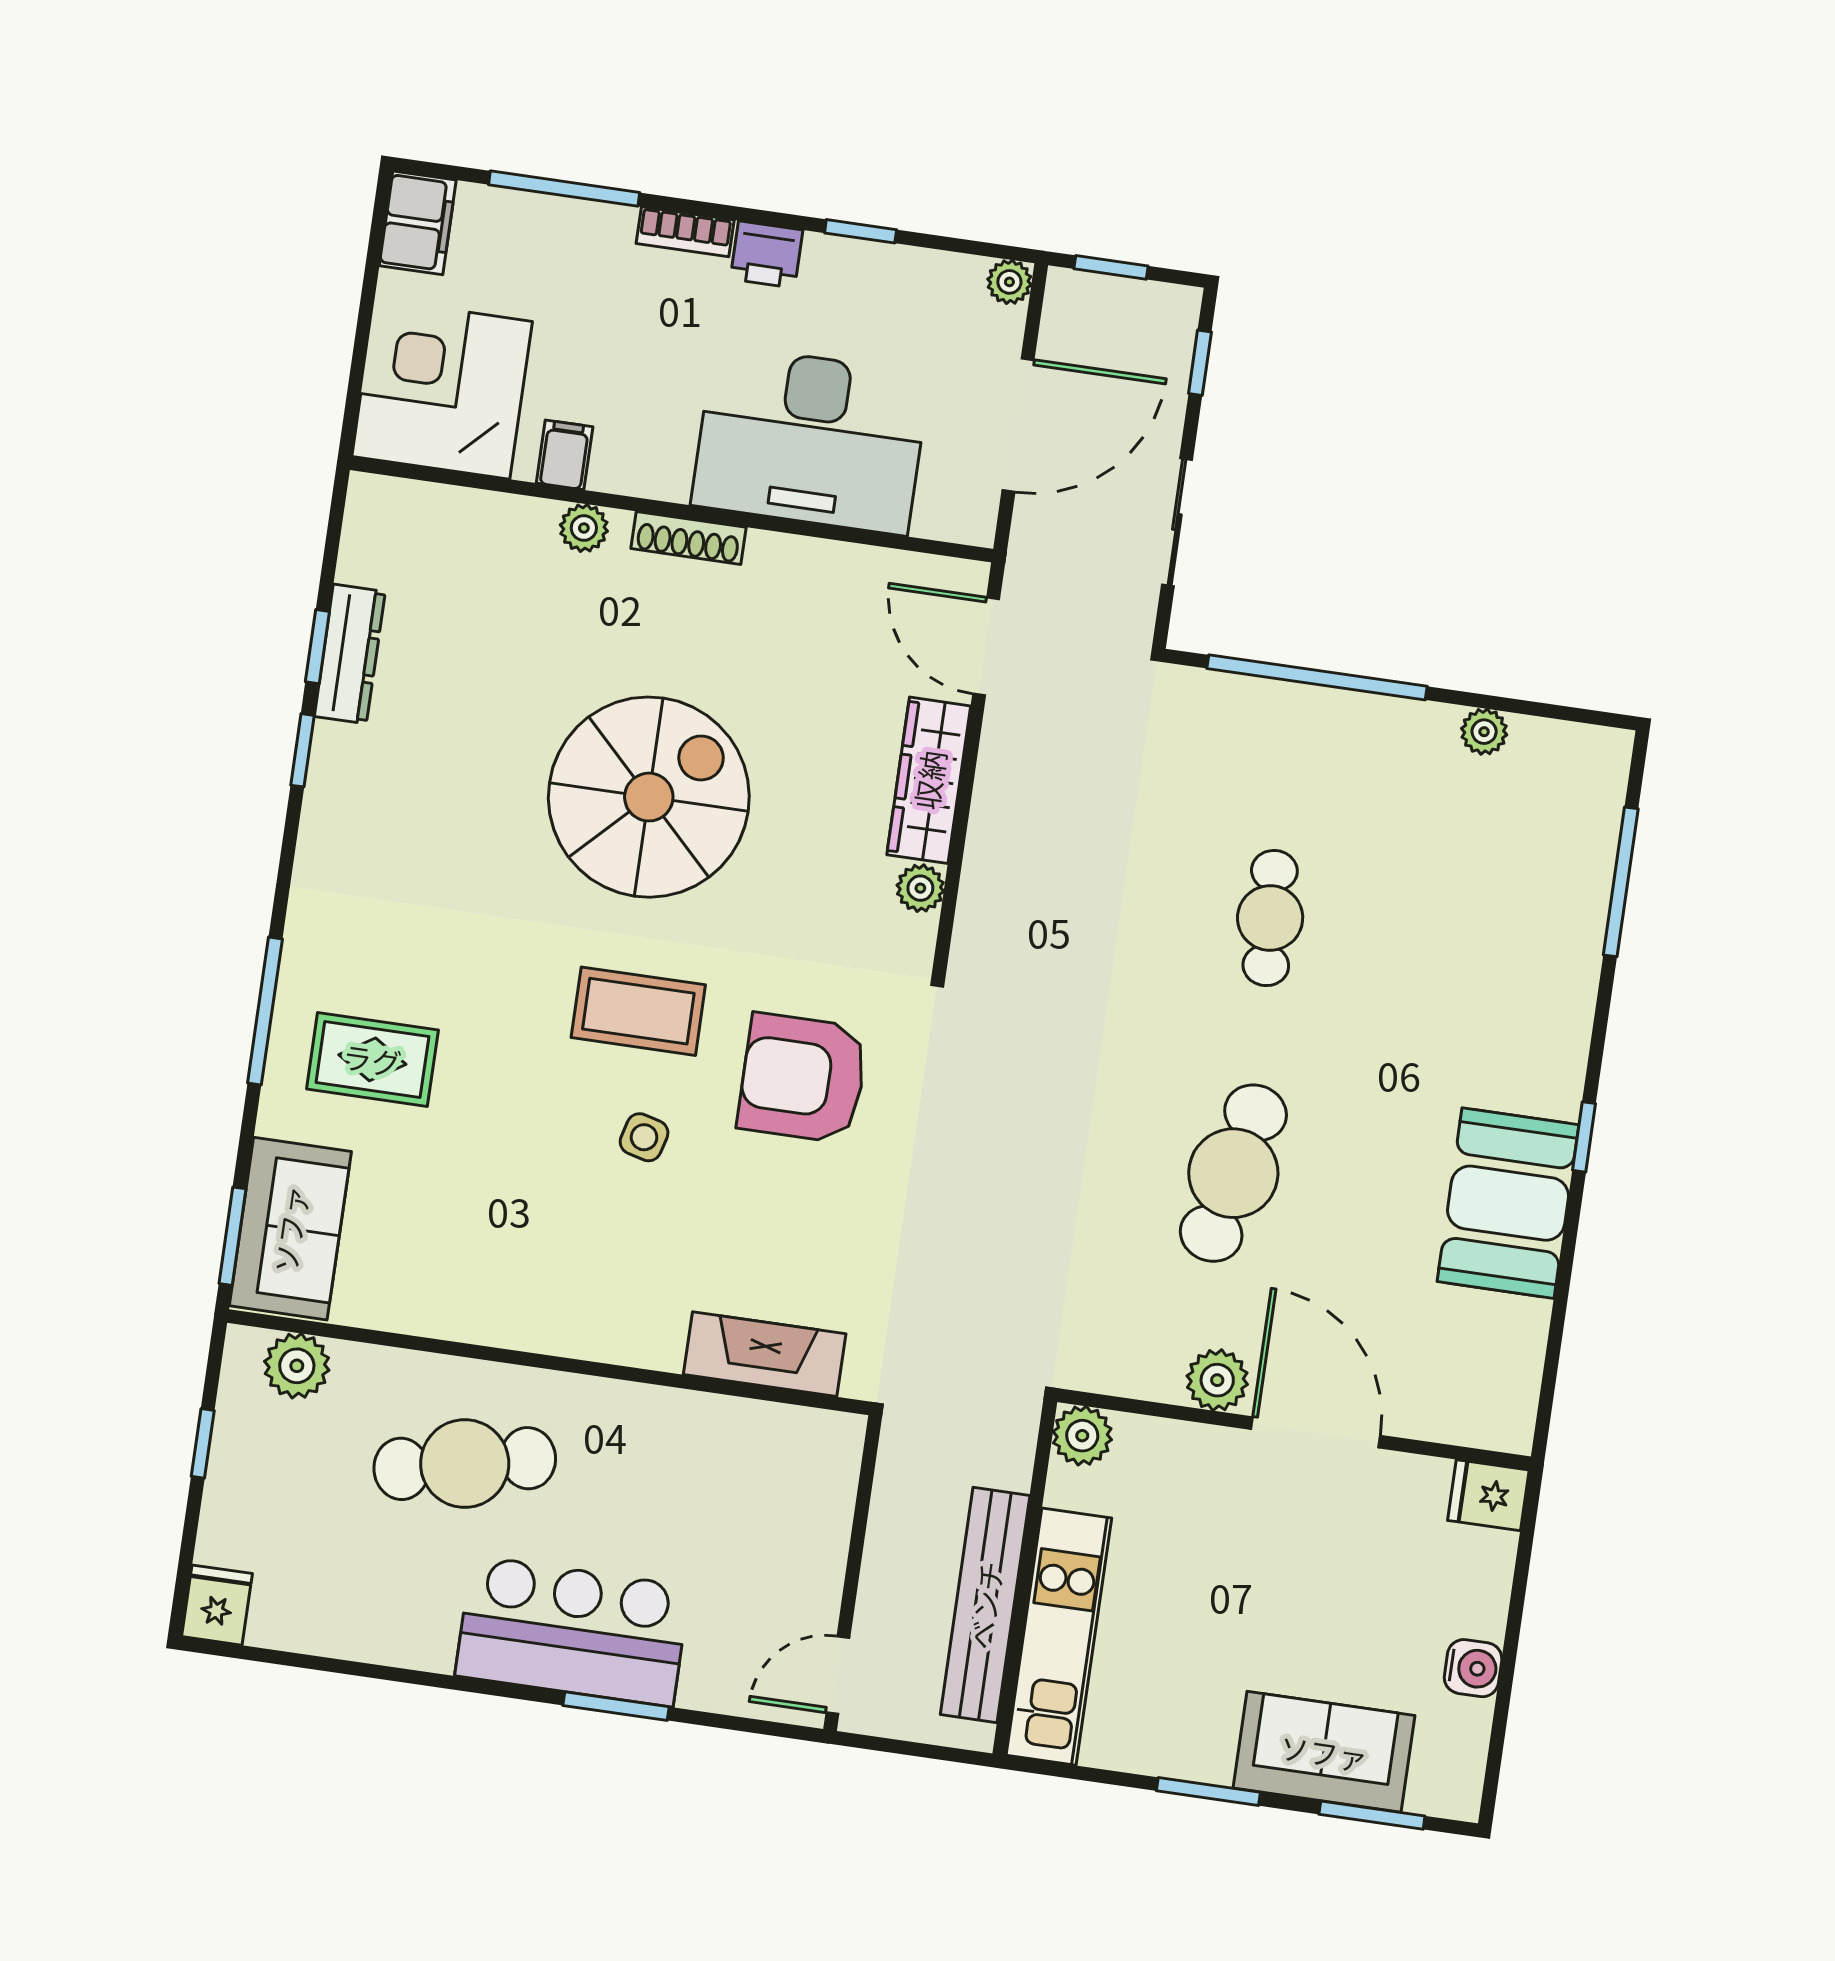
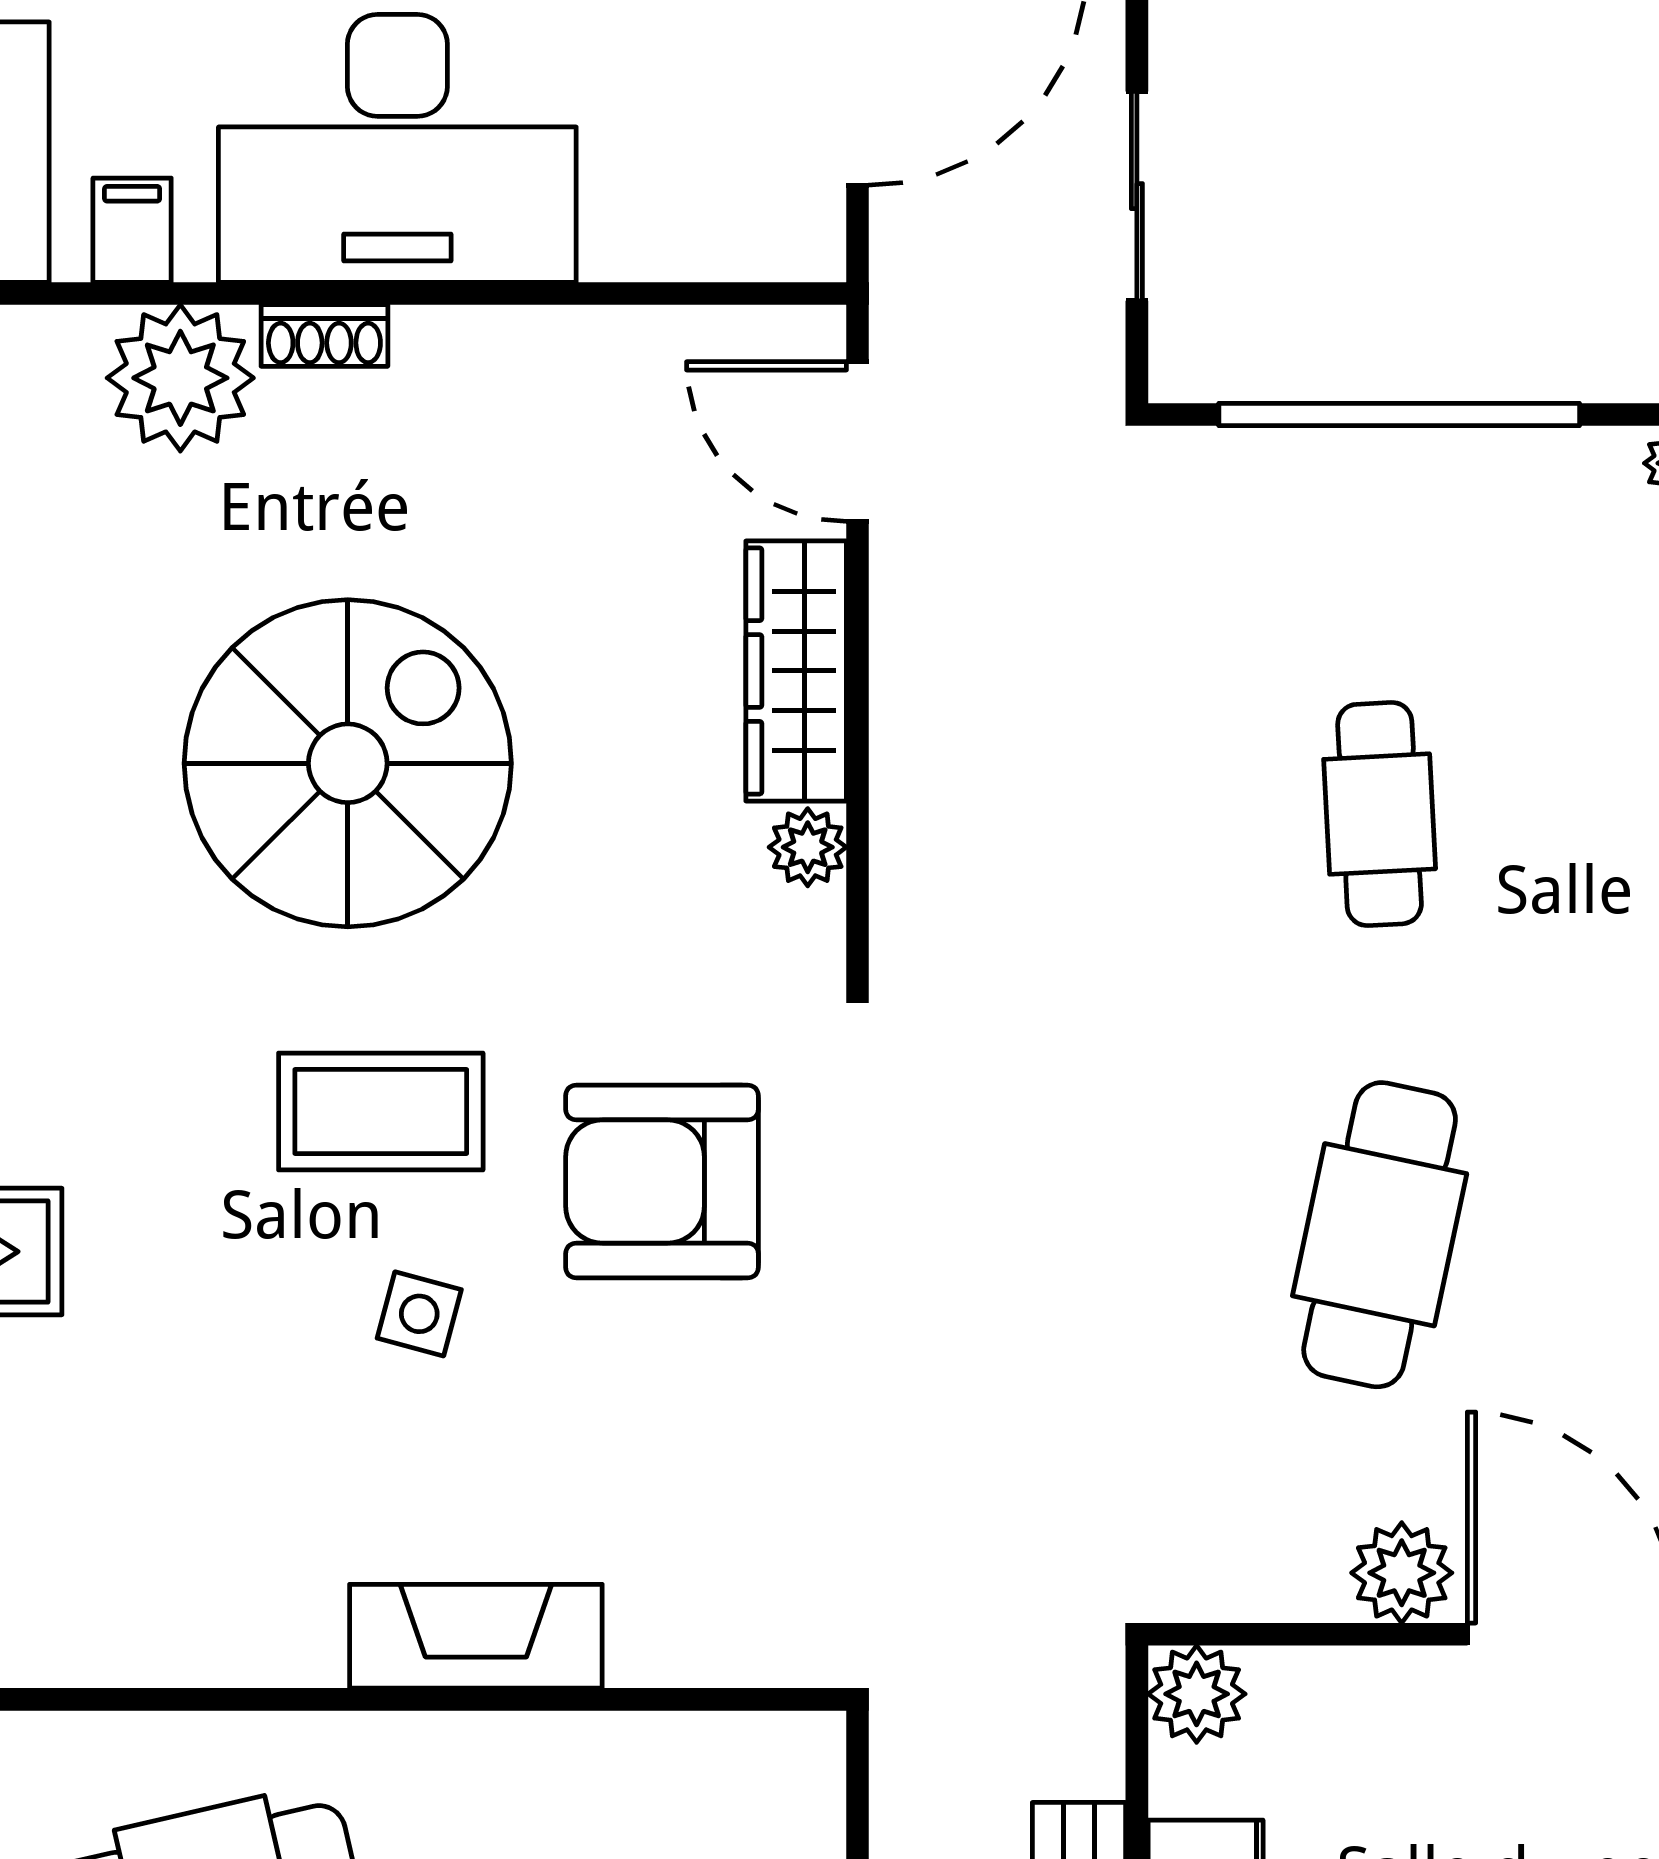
desk: (810, 440) -> (397, 148), moved
plant: (584, 528) -> (180, 378), width x1.87, depth x1.87
shoe rack: (688, 538) -> (324, 335), width x0.70
fireplace: (765, 1354) -> (476, 1636), moved

